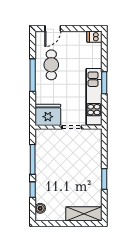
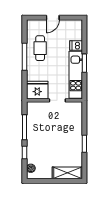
door: (53, 28) -> (53, 18), moved
dishwasher: (94, 37) -> (76, 46), moved

